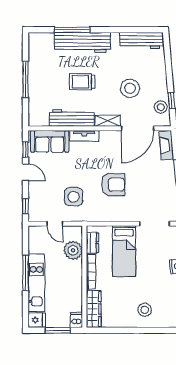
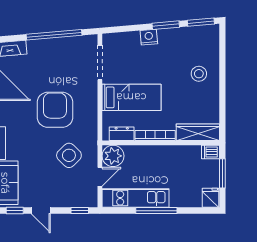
door: (26, 172) -> (41, 211), swing flipped
armchair: (113, 185) -> (55, 110), width x1.36, depth x1.36
side table: (74, 197) -> (69, 155), turned 45
plant: (73, 250) -> (113, 156), moved
kitchen unit: (36, 283) -> (136, 198), moved

